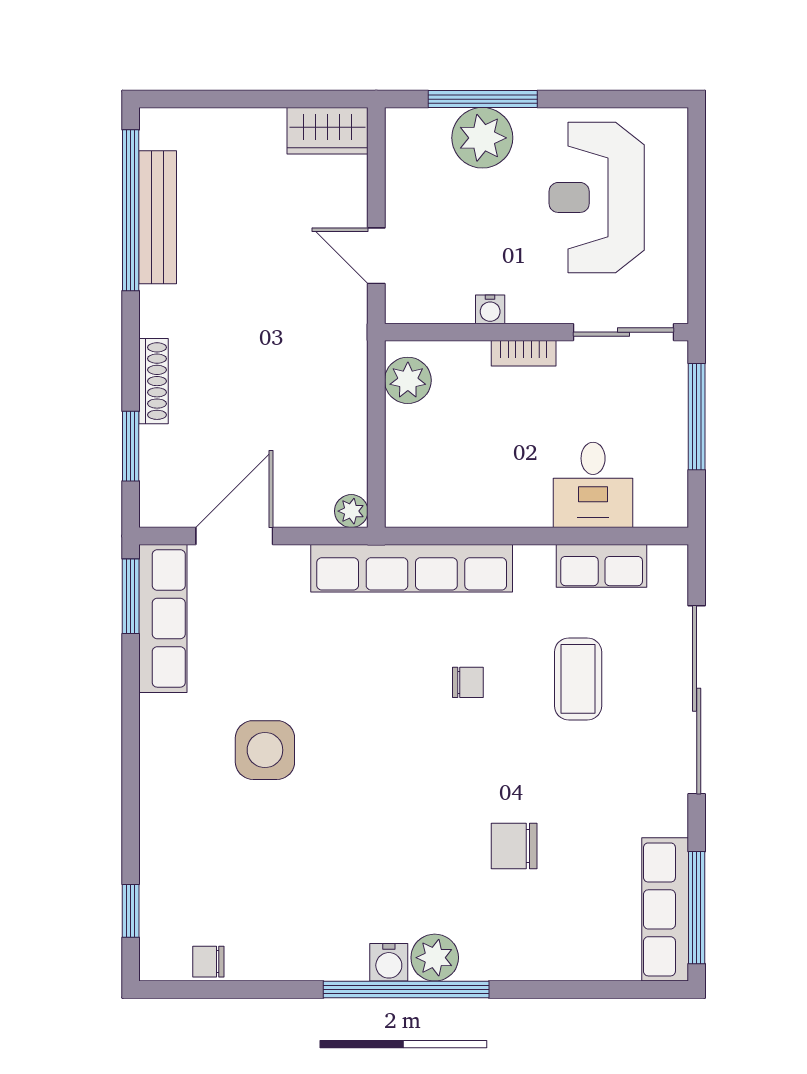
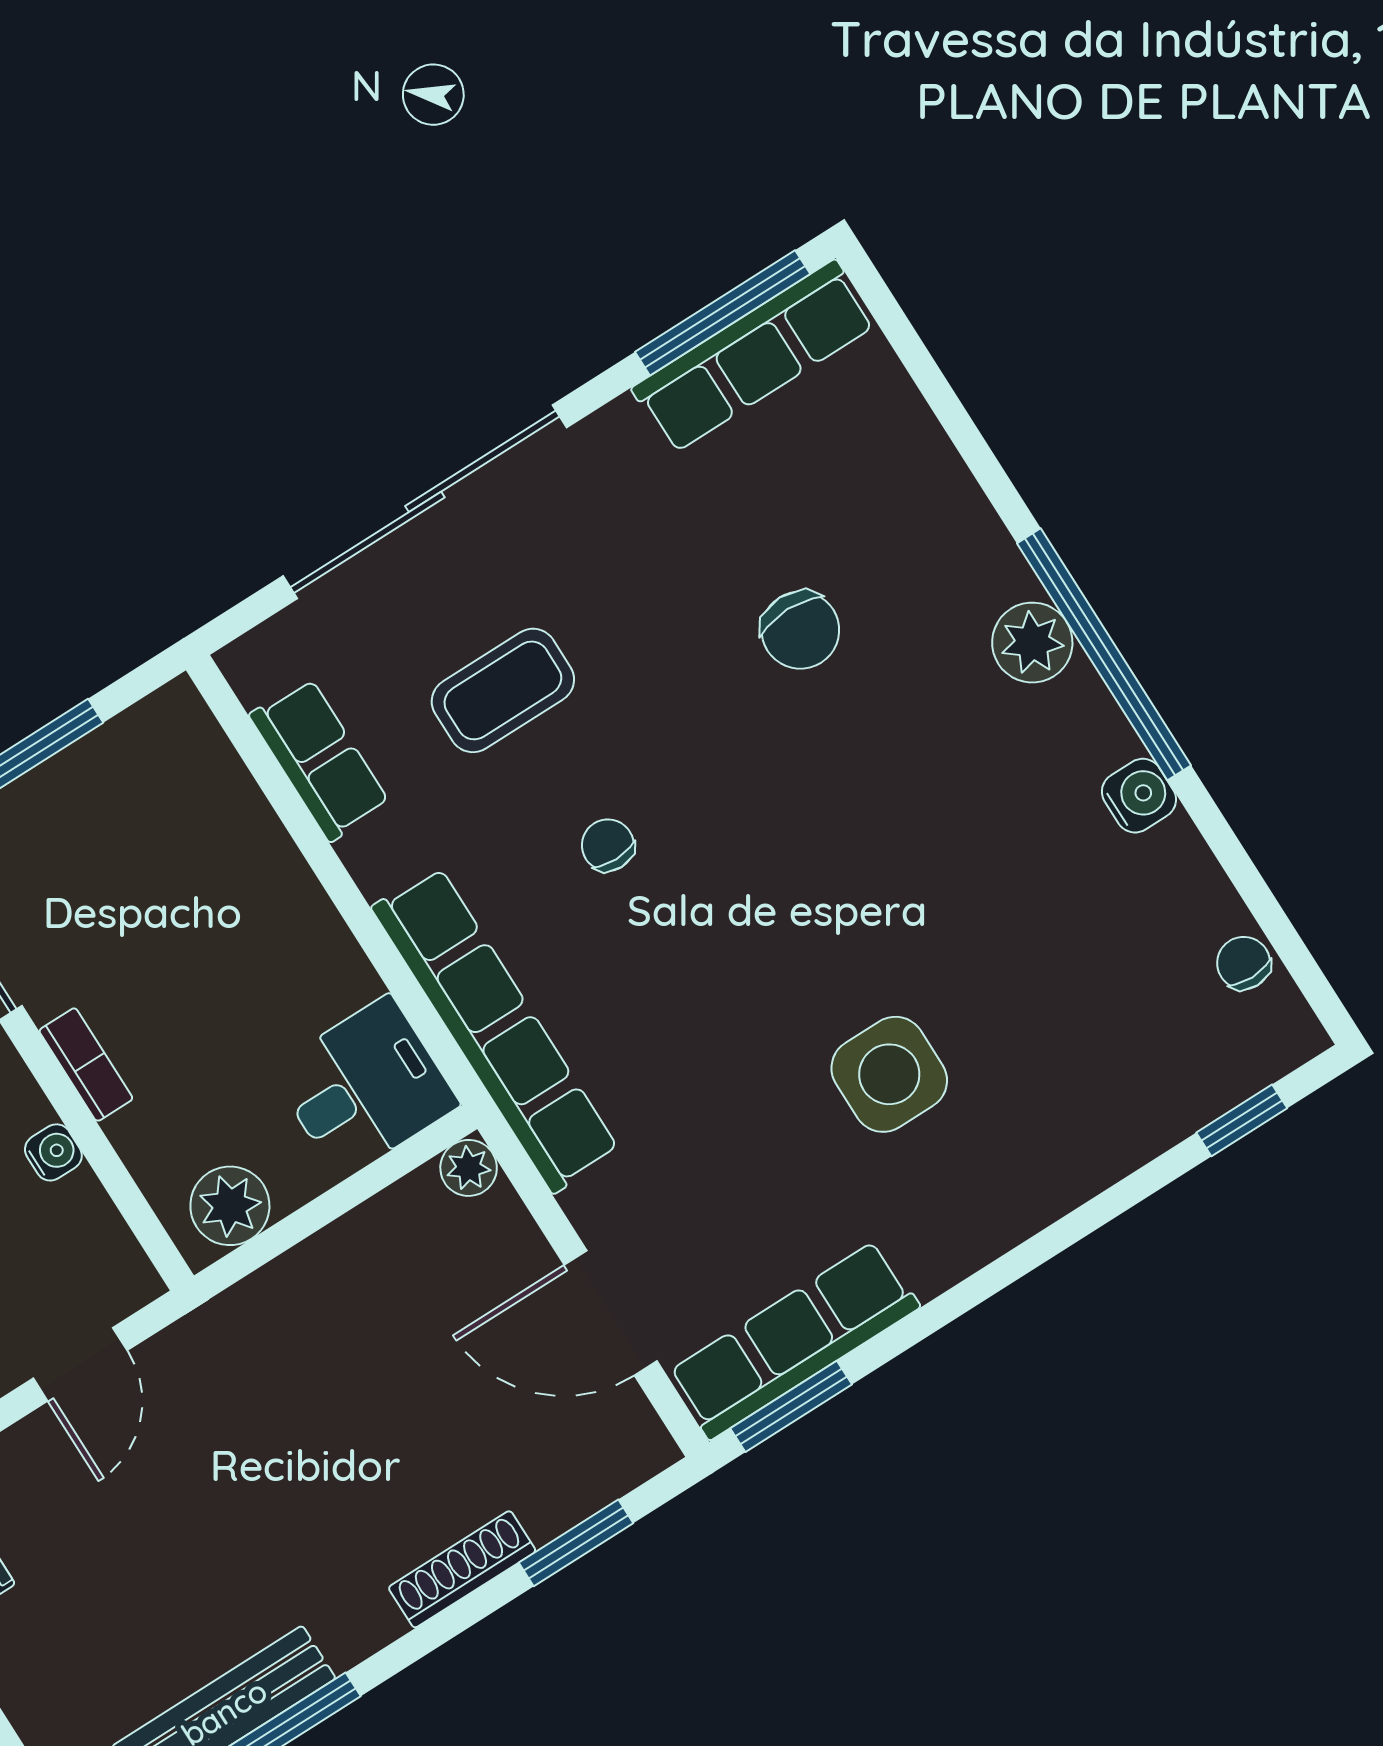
desk: (593, 485) -> (365, 1087), moved
chair: (208, 962) -> (1244, 963), turned 180
water cooler: (389, 962) -> (1139, 796), moved

